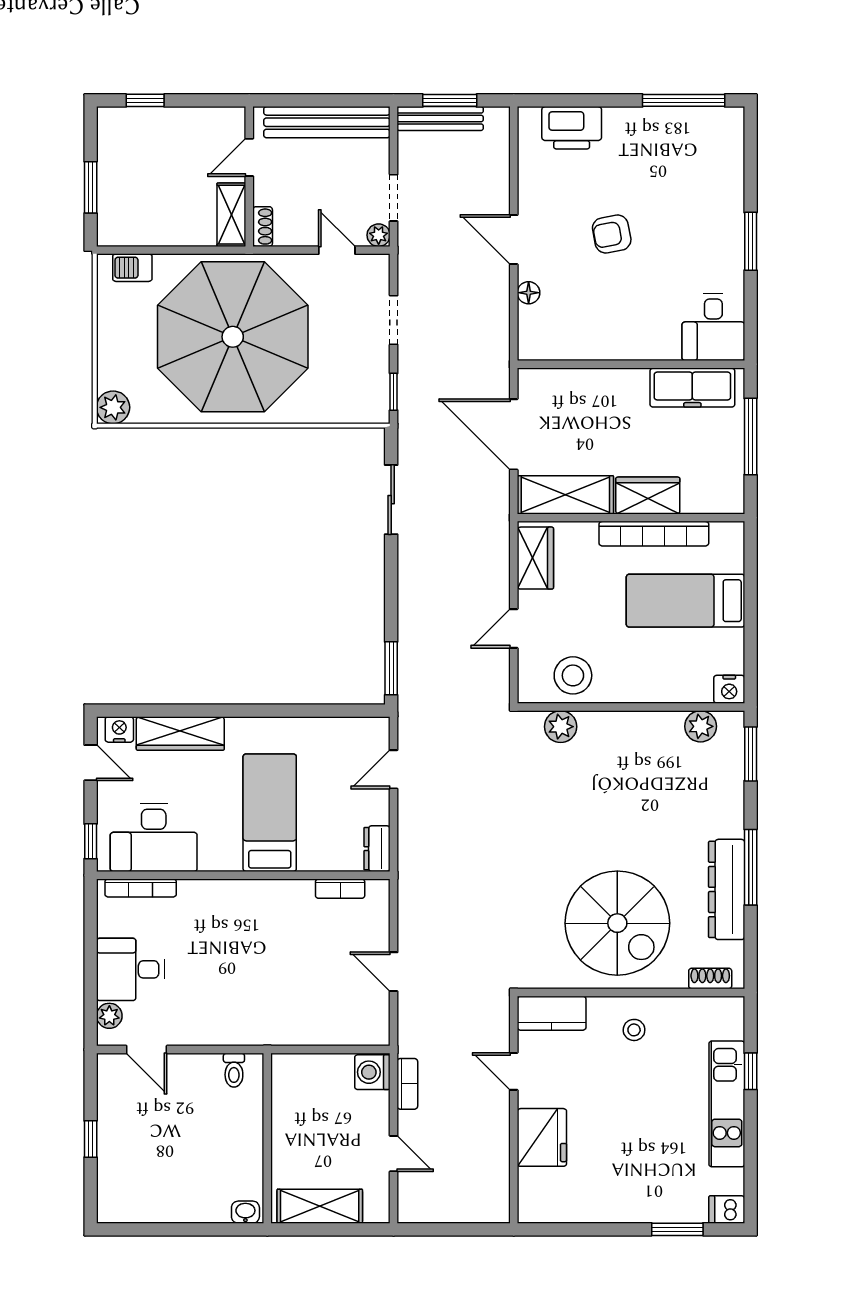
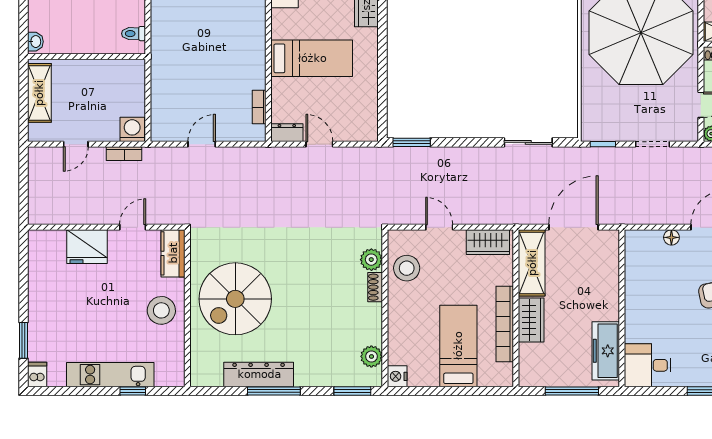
door: (394, 769) -> (319, 144), moved
shoe rack: (710, 978) -> (375, 287), moved, turned 180
stool: (634, 1030) -> (161, 310), width x1.89, depth x1.89

